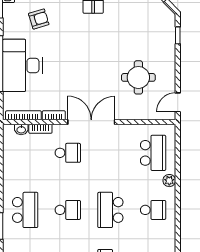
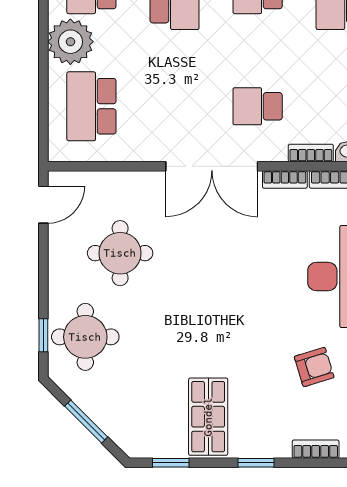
armchair: (39, 19) -> (314, 367), turned 180
round table: (156, 34) -> (85, 337), added
plant: (169, 181) -> (70, 42), width x1.88, depth x1.88

